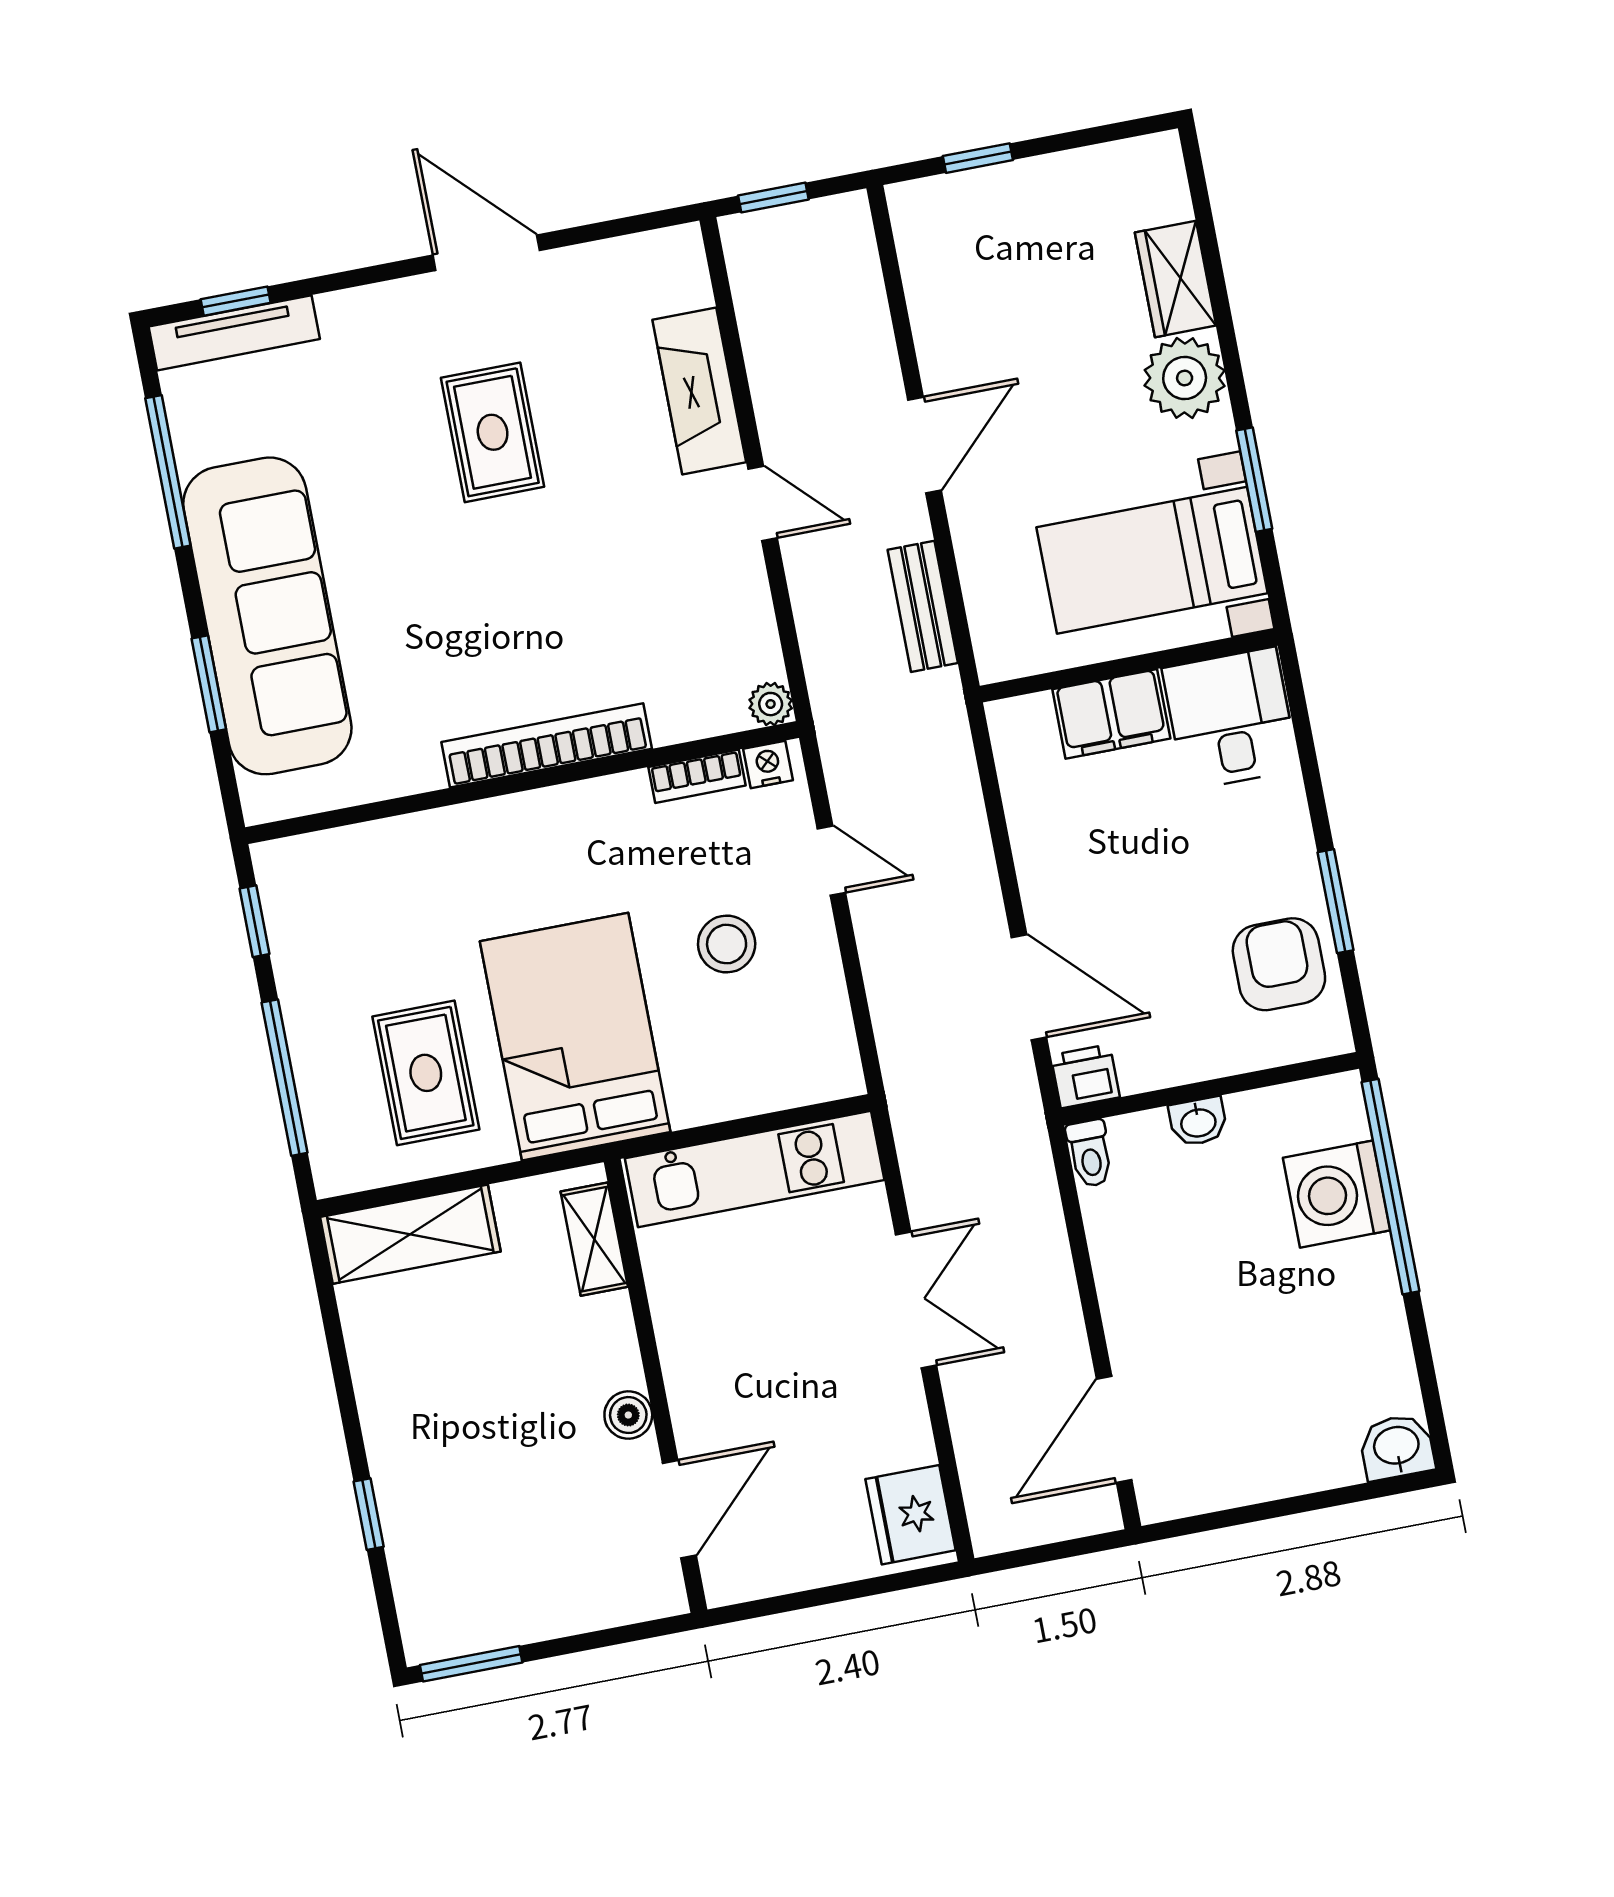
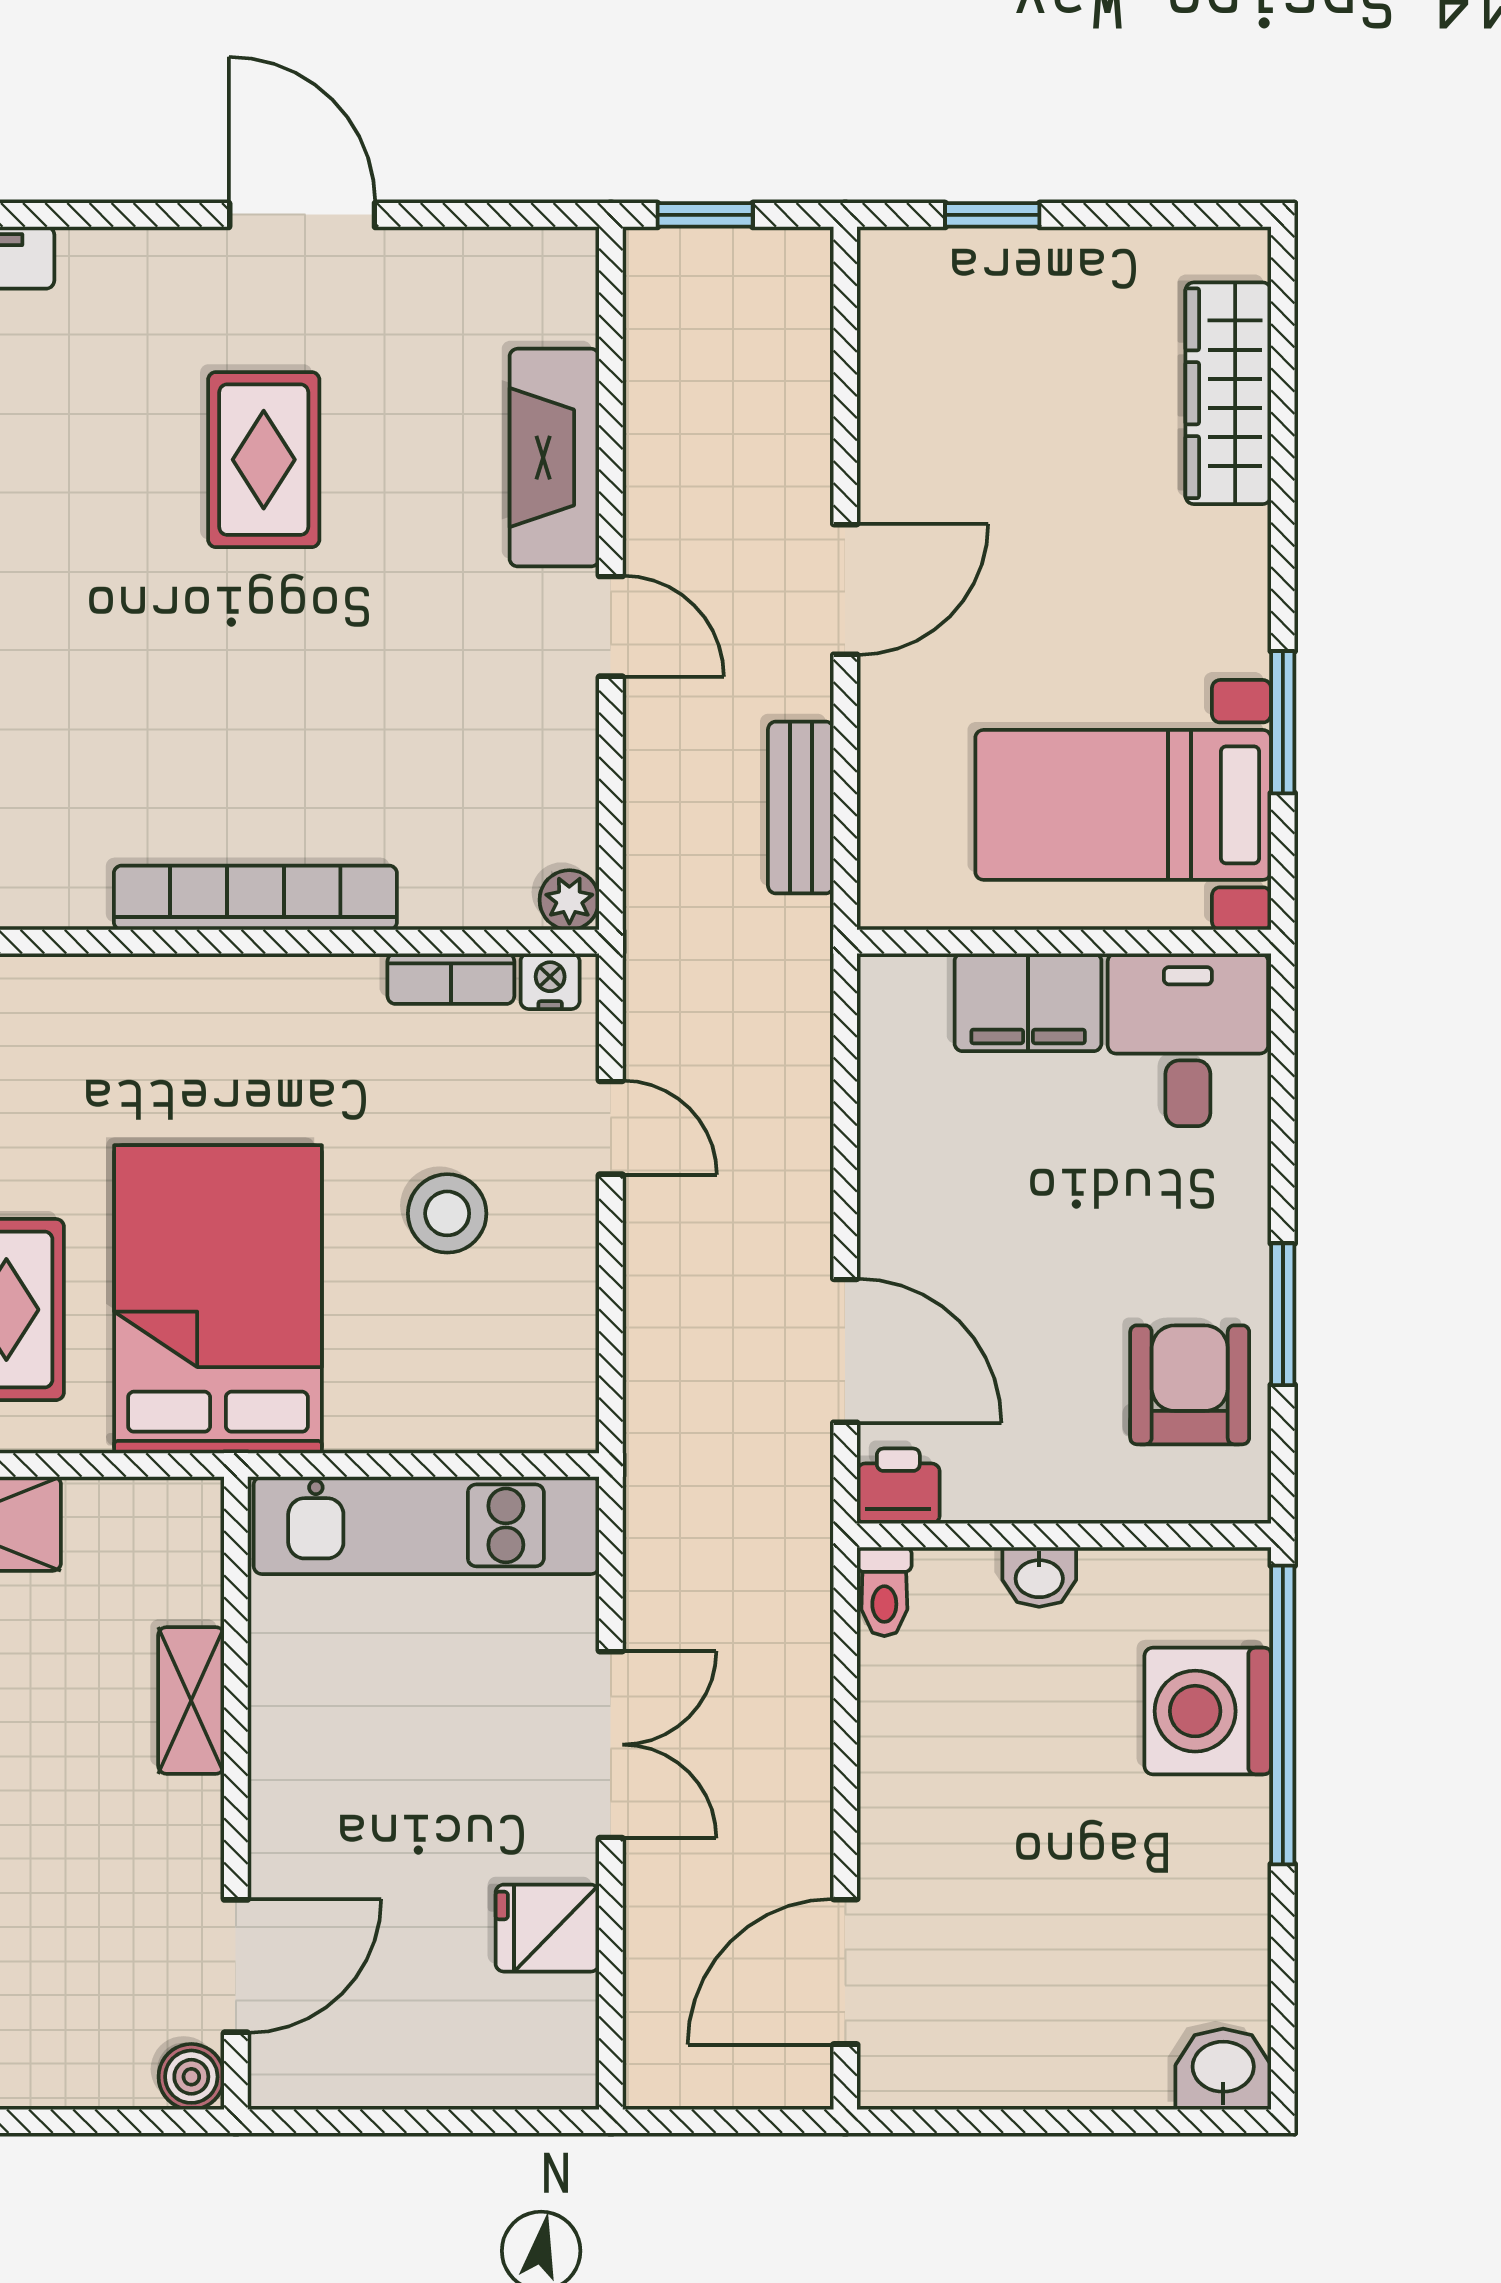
wardrobe: (1175, 279) -> (1228, 393), width x1.50
plant: (1185, 378) -> (1215, 567), removed
shelving: (594, 1239) -> (191, 1700), moved
boiler: (628, 1415) -> (191, 2077), moved
fridge: (910, 1515) -> (547, 1928), moved, width x0.72

